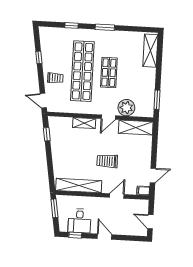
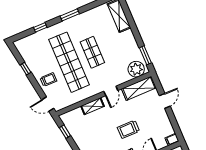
plant: (126, 108) -> (136, 69), moved
door: (153, 175) -> (165, 101), moved

